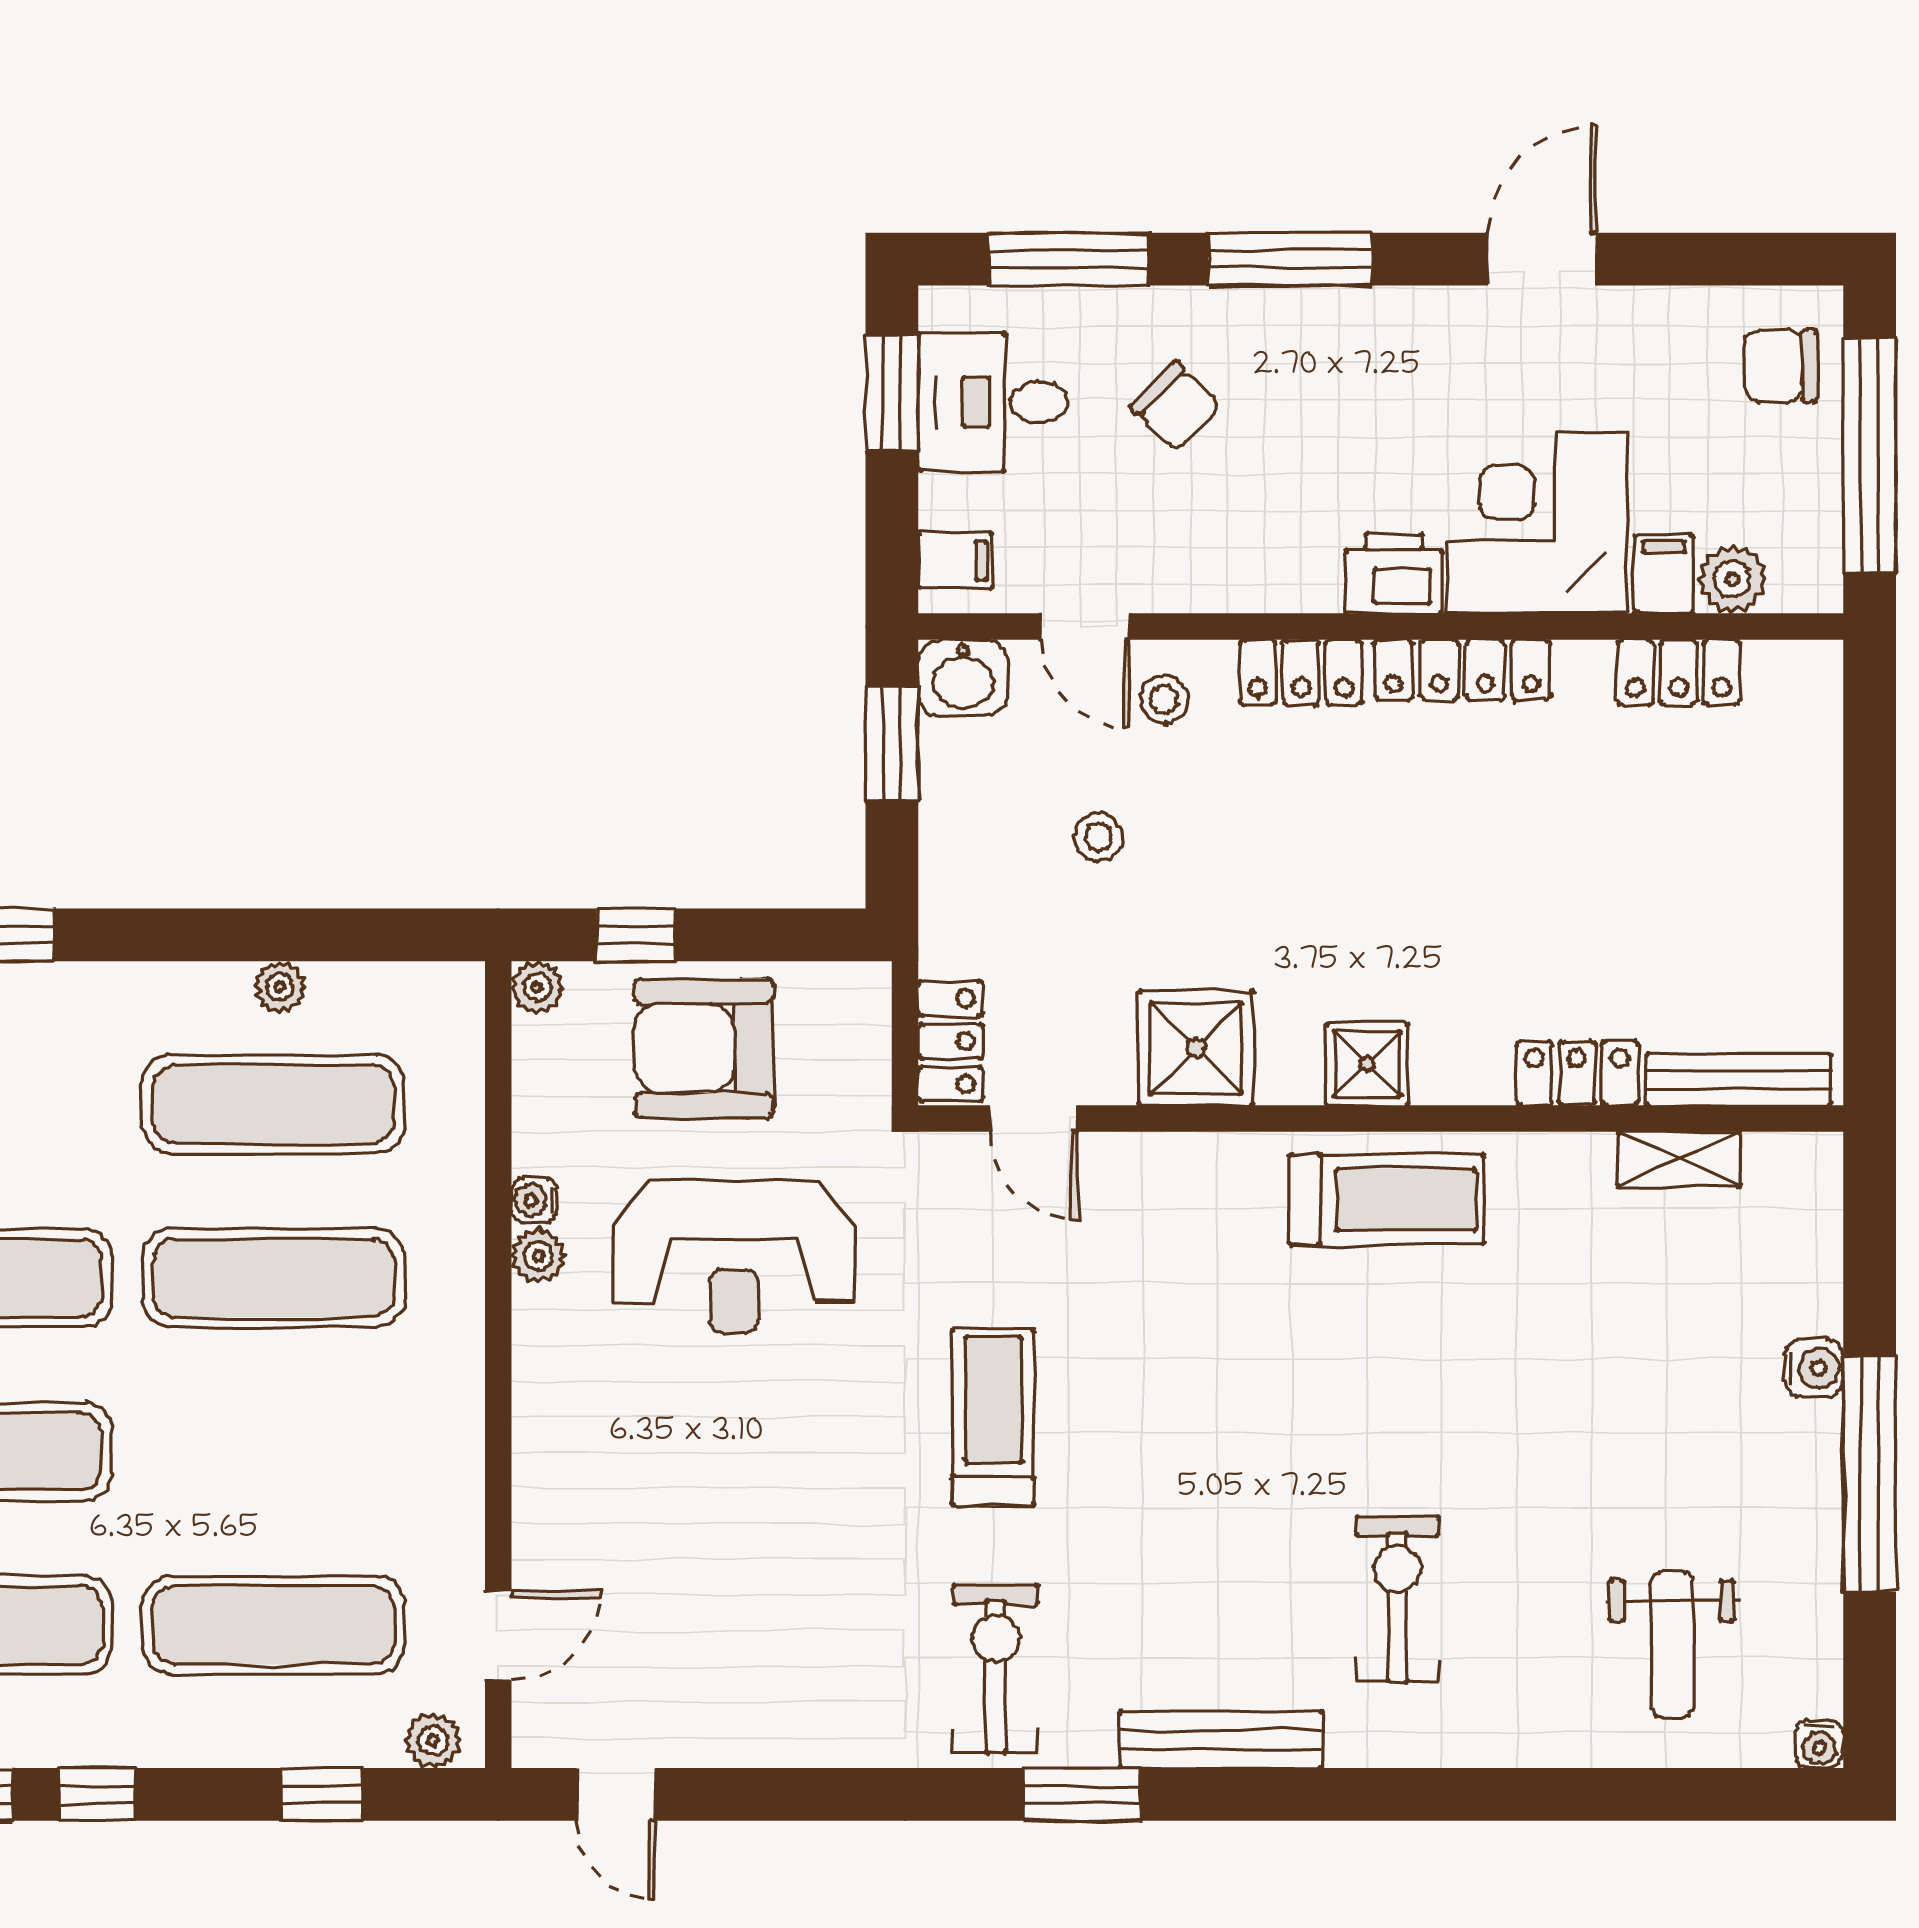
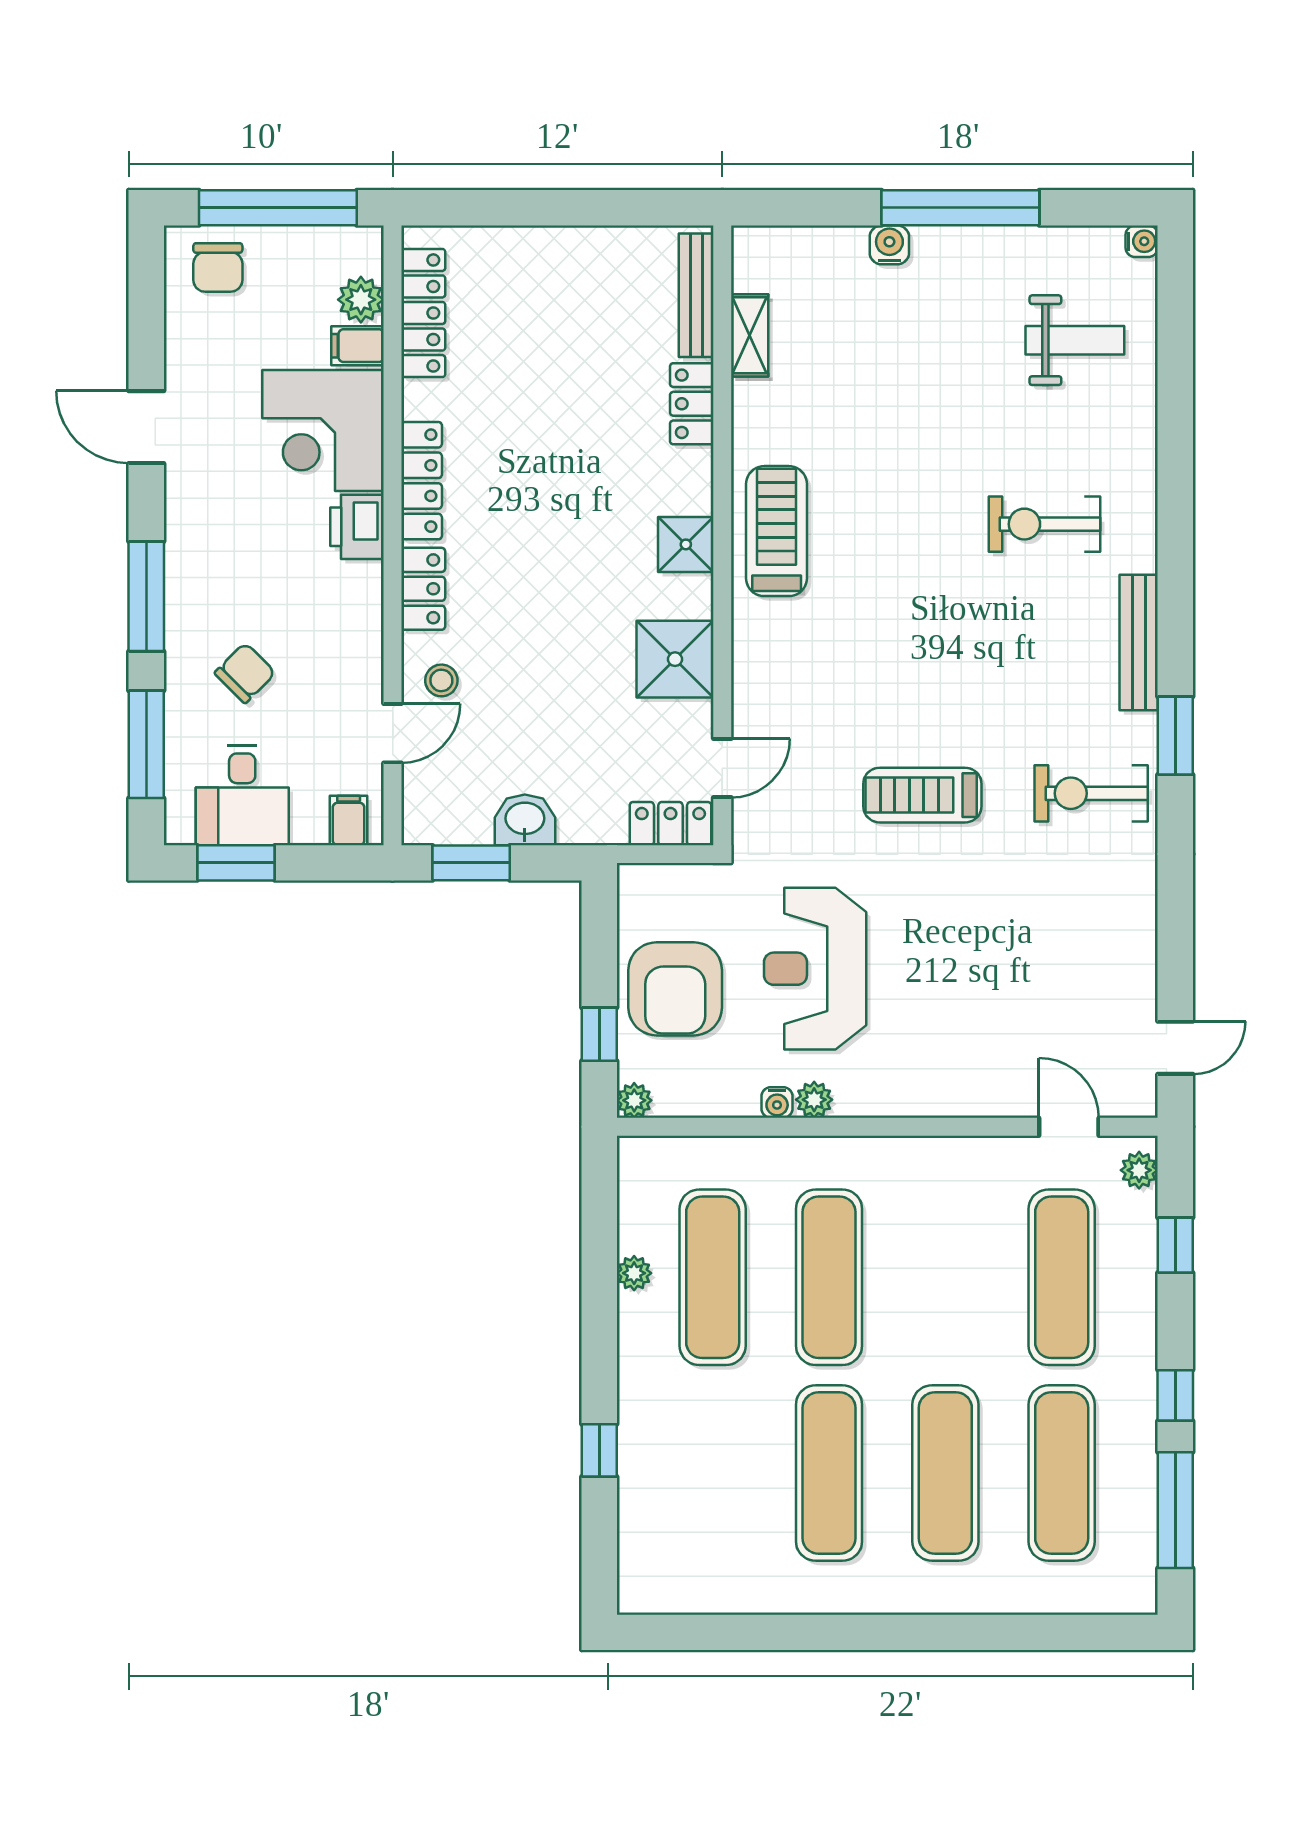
locker: (1678, 672) -> (423, 313), width x1.53
washbasin: (963, 678) -> (525, 820), moved, turned -90
stool: (1098, 837) -> (534, 724), removed
reception desk: (734, 1257) -> (815, 969), turned 180

